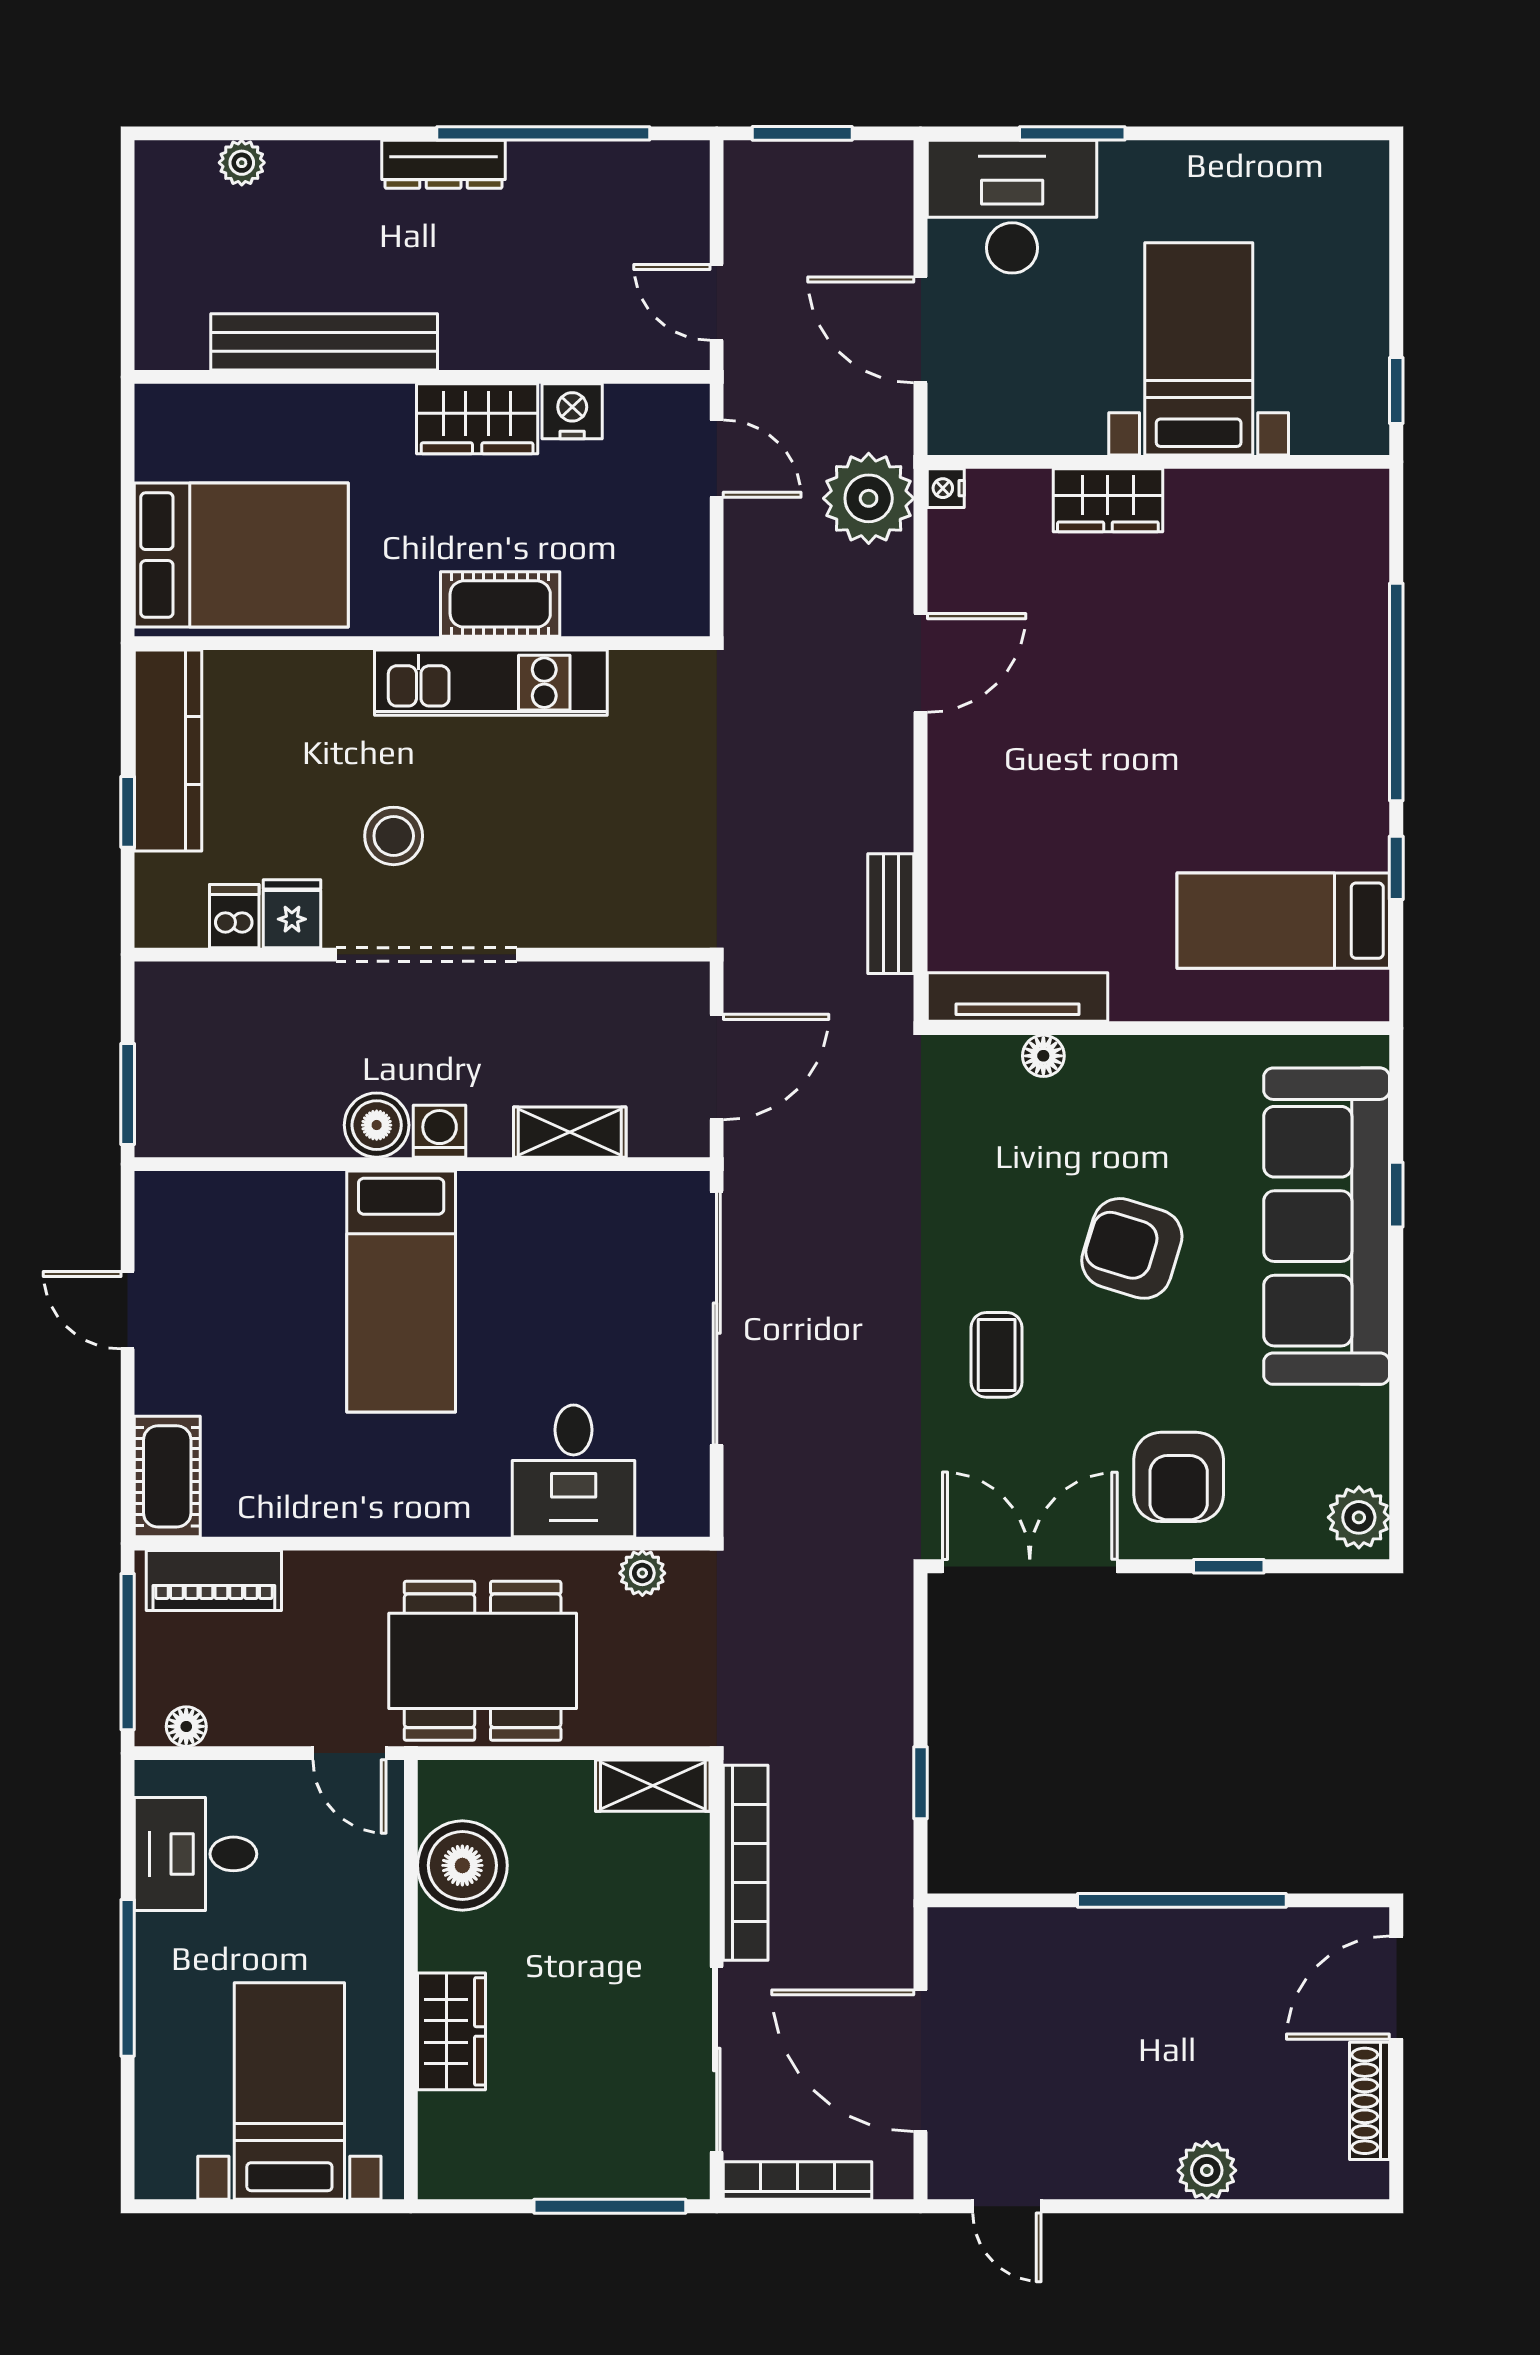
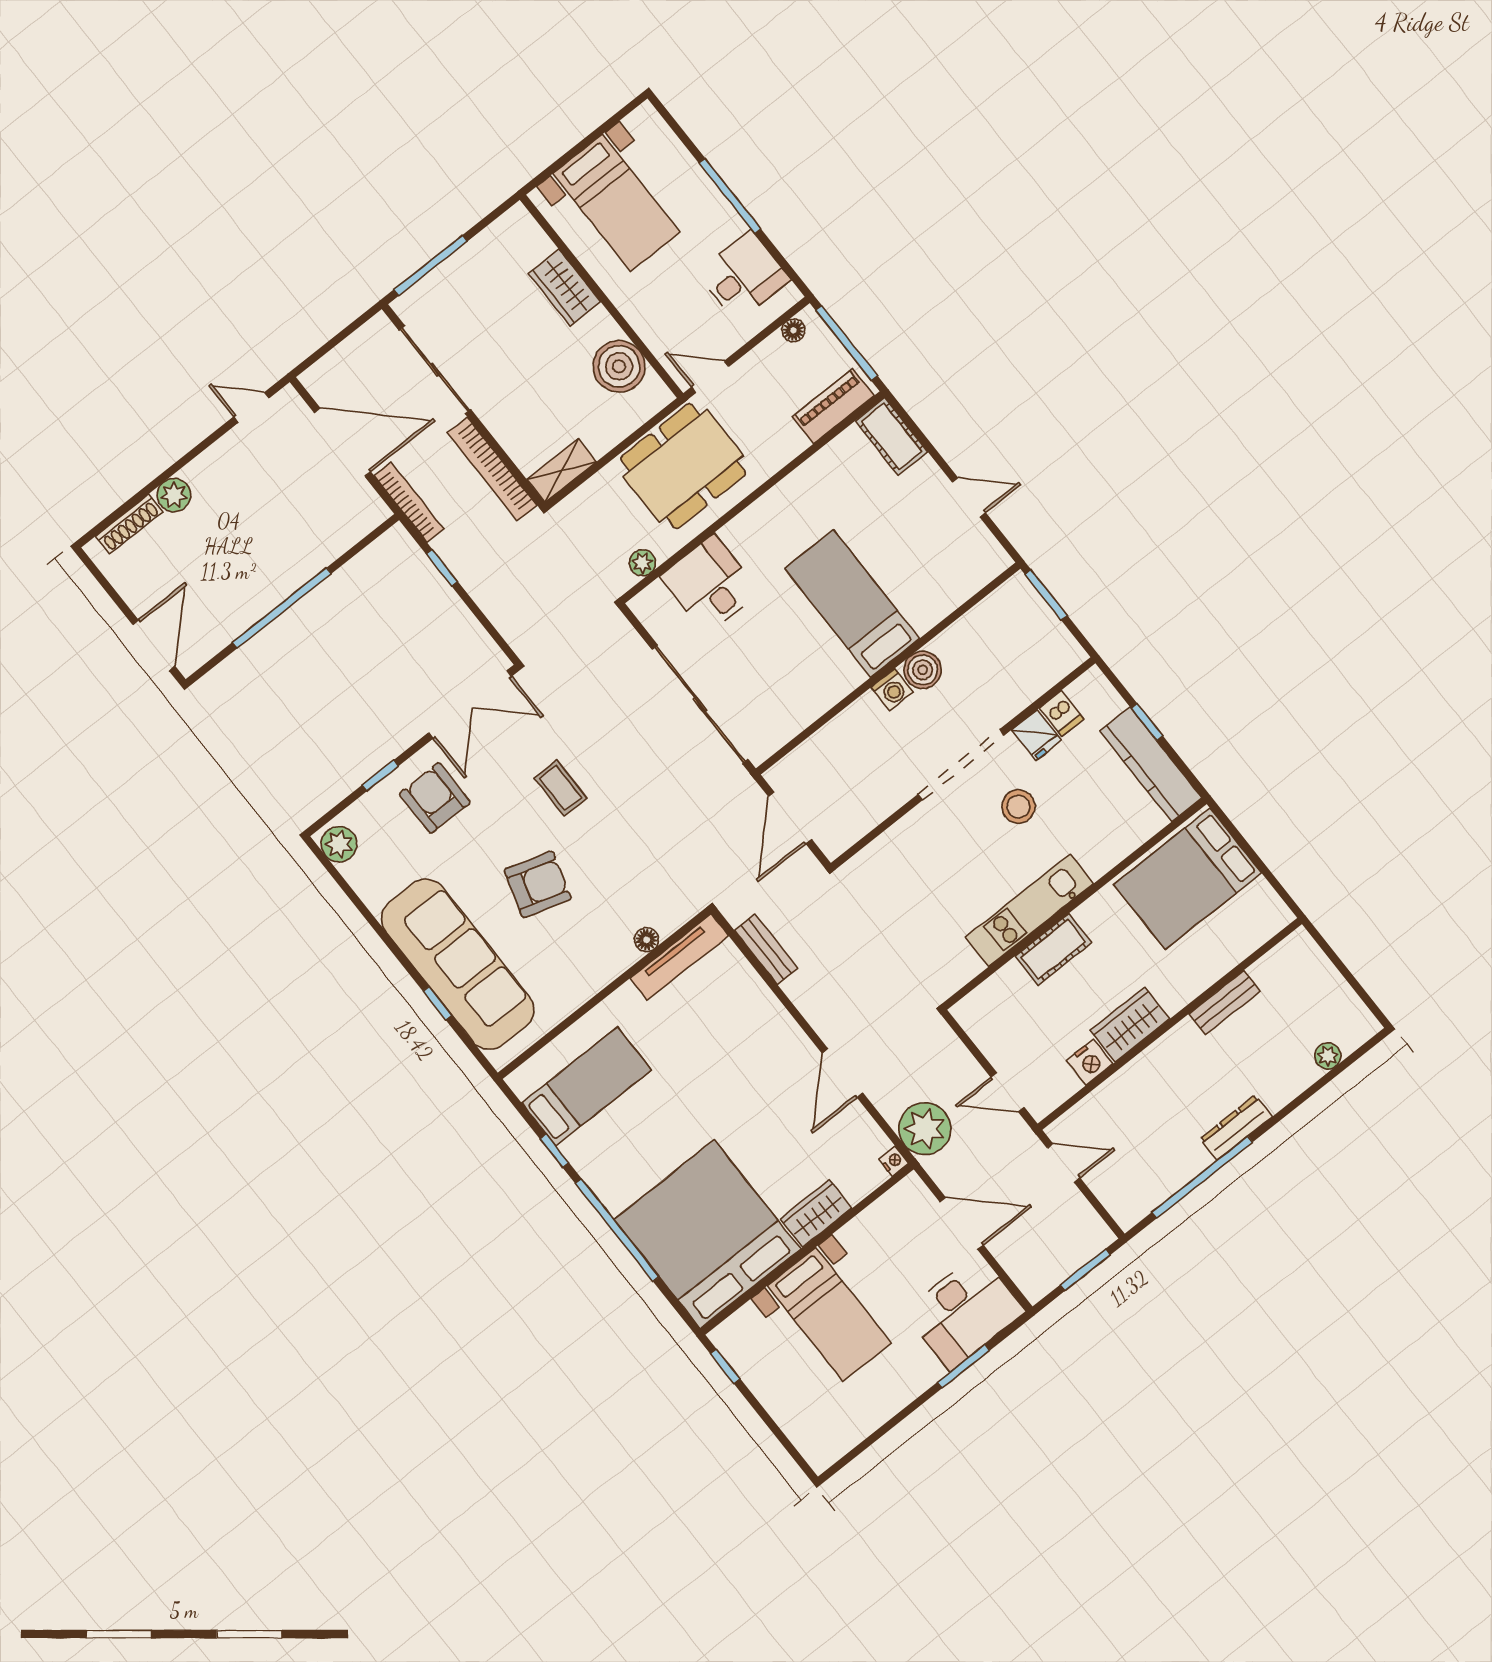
bench: (324, 342) -> (1225, 1002), width x0.54, depth x0.82
bed: (1278, 590) -> (707, 1234), added
shelving: (570, 1132) -> (833, 736), removed
shoe rack: (1370, 2101) -> (129, 524), moved, turned 90
bookcase: (798, 2180) -> (409, 502), moved, turned -90

